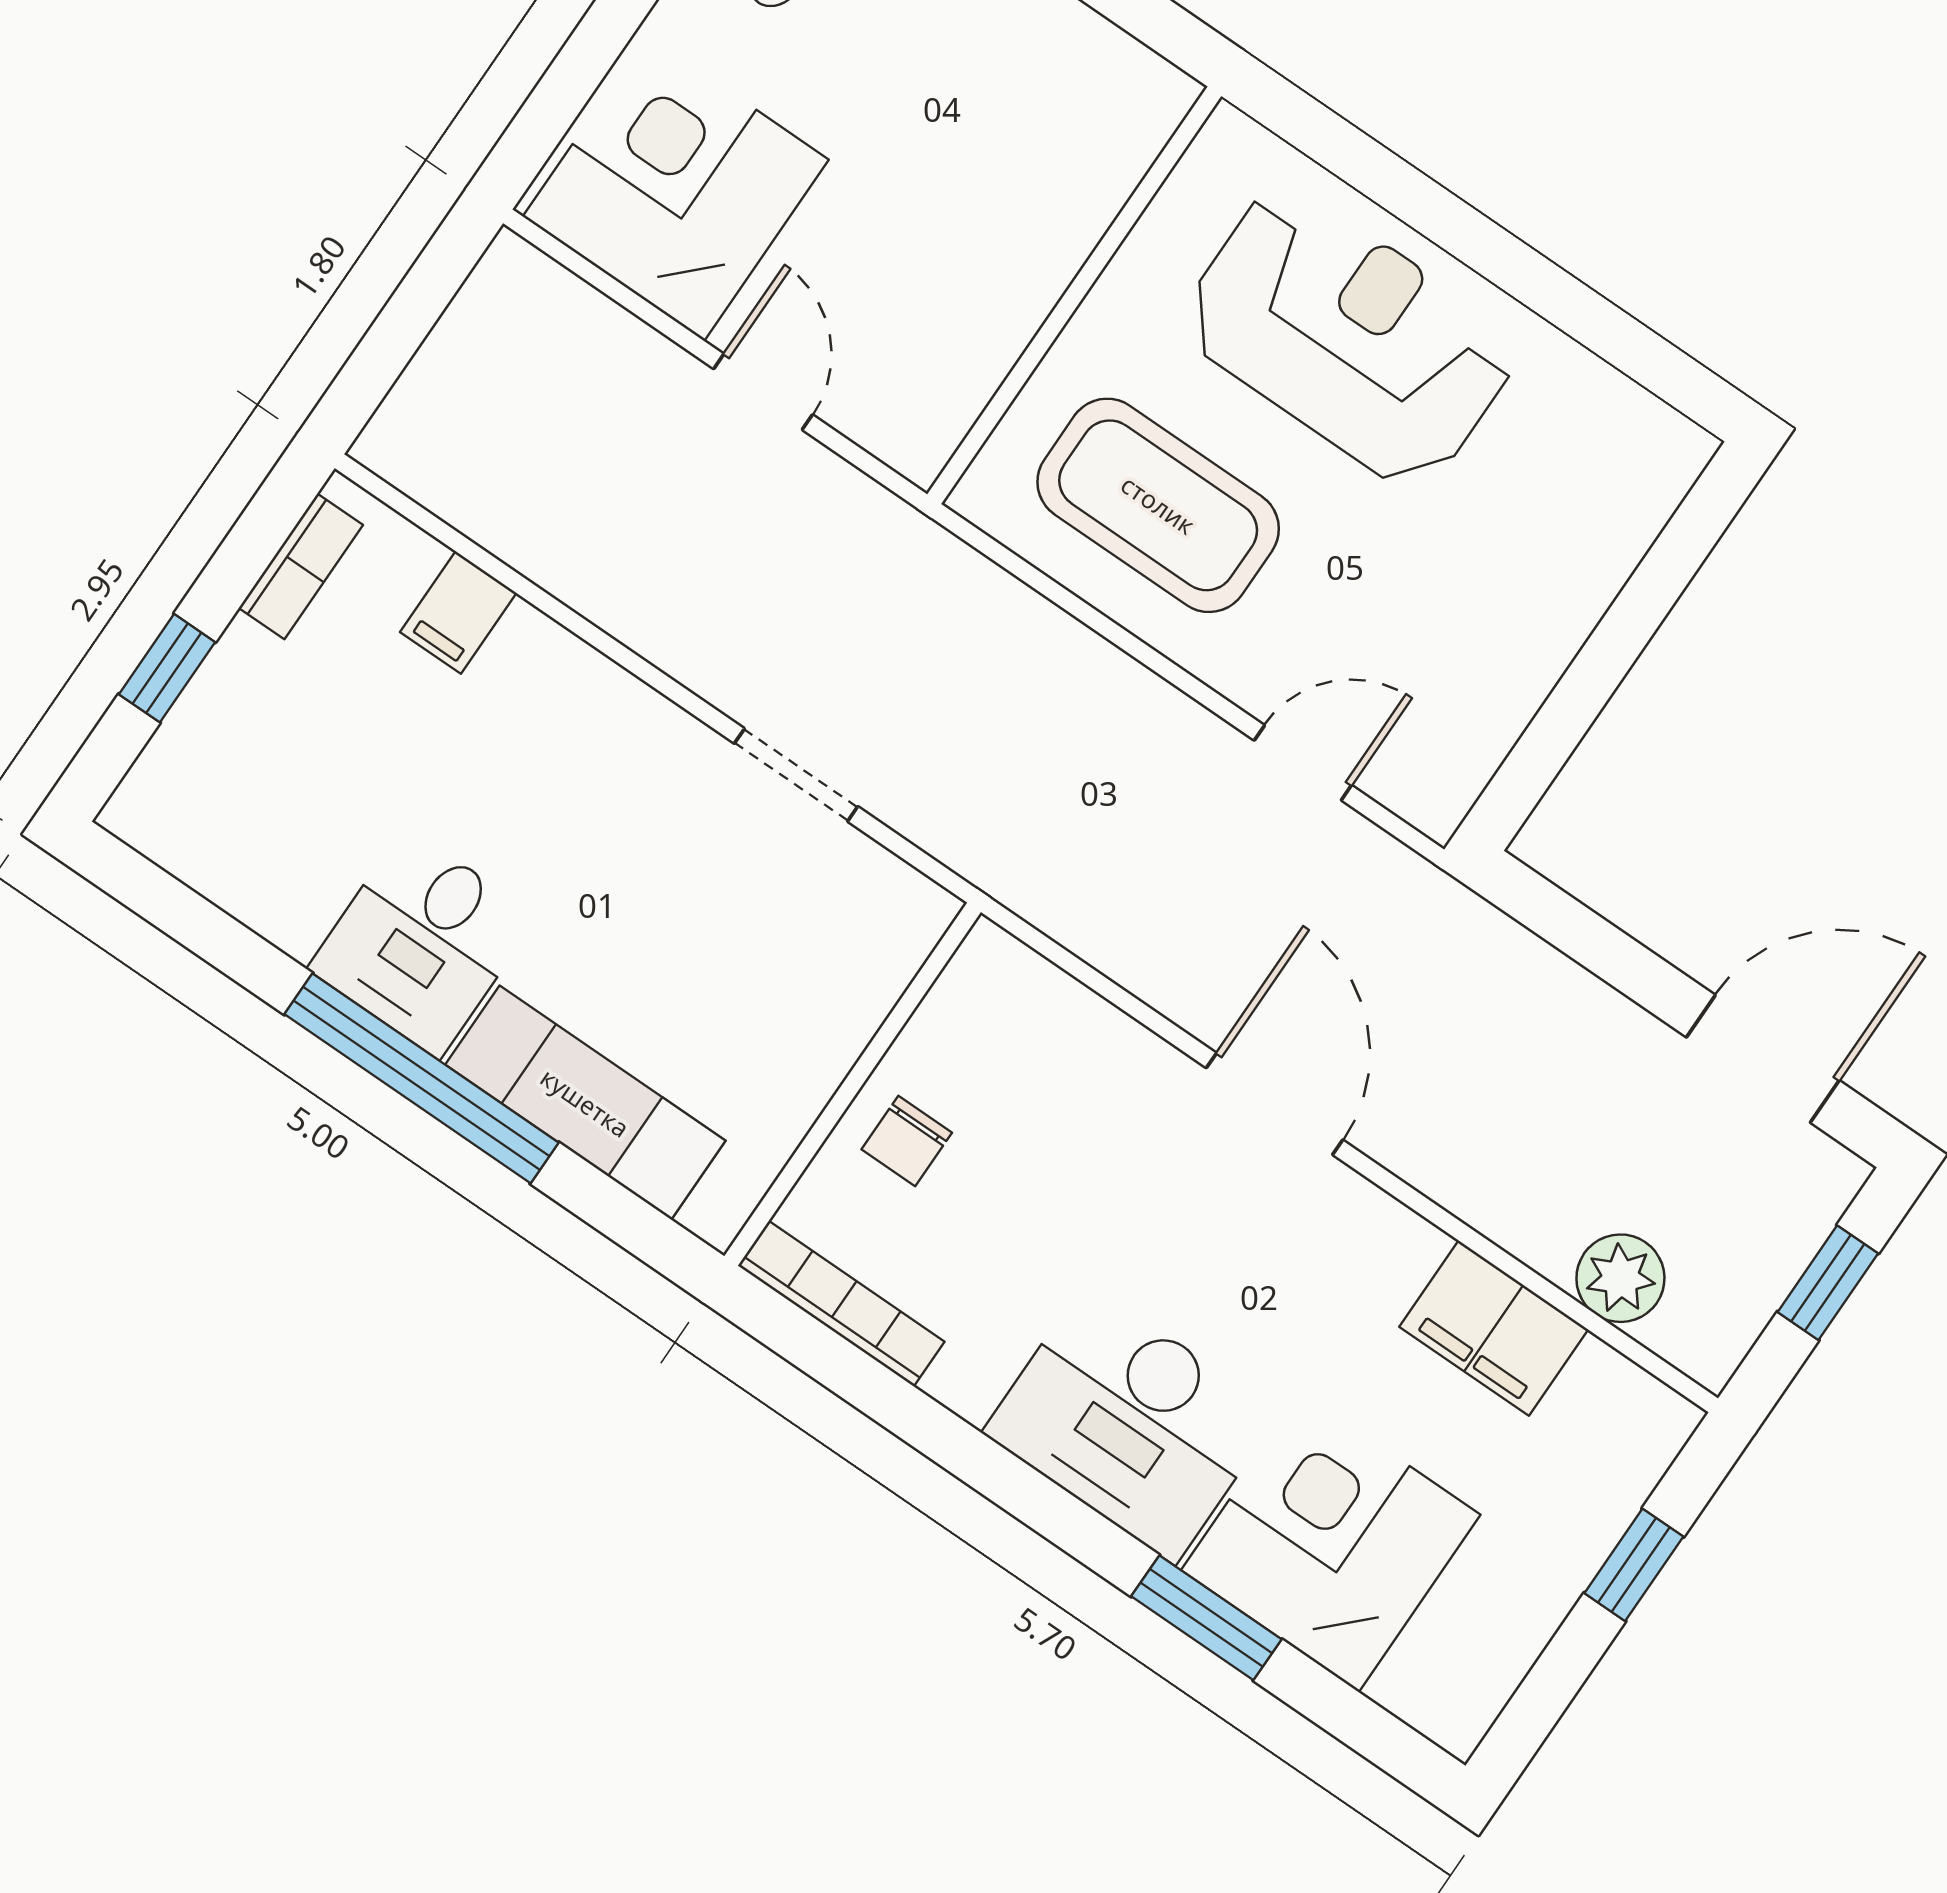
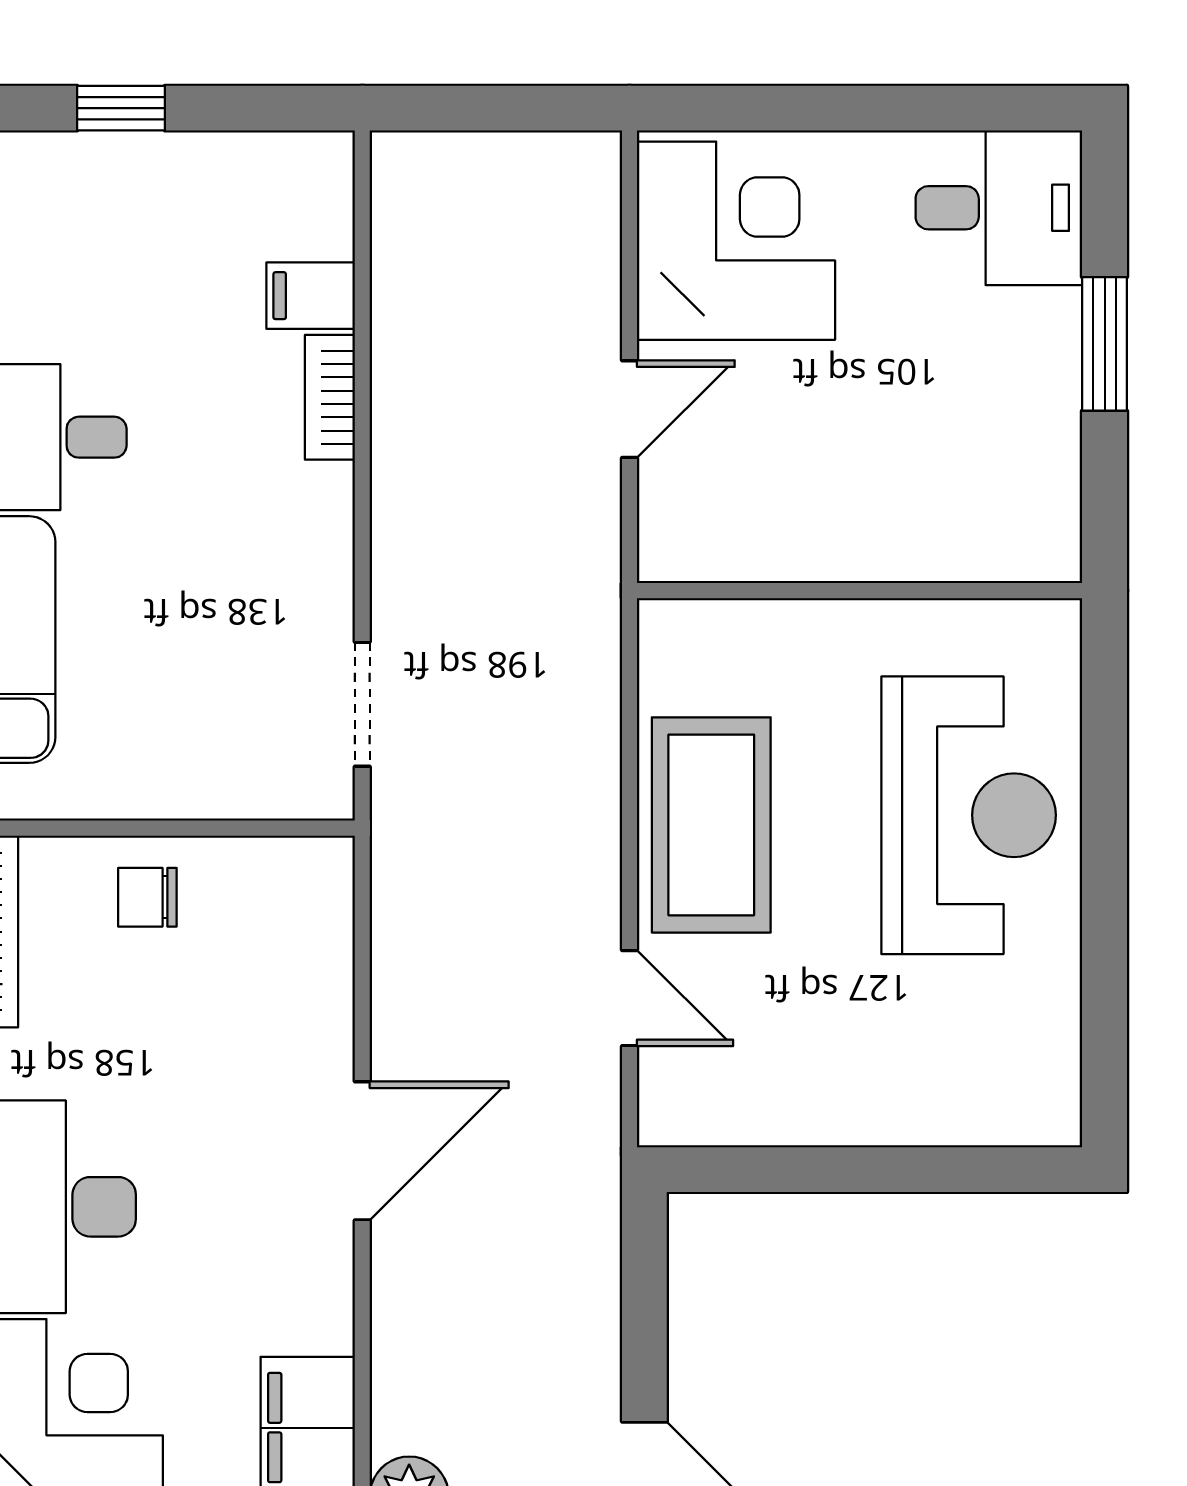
coffee table: (1158, 505) -> (711, 825), moved
bookcase: (301, 566) -> (330, 397), moved, turned 90
doorway: (796, 775) -> (362, 704), moved

